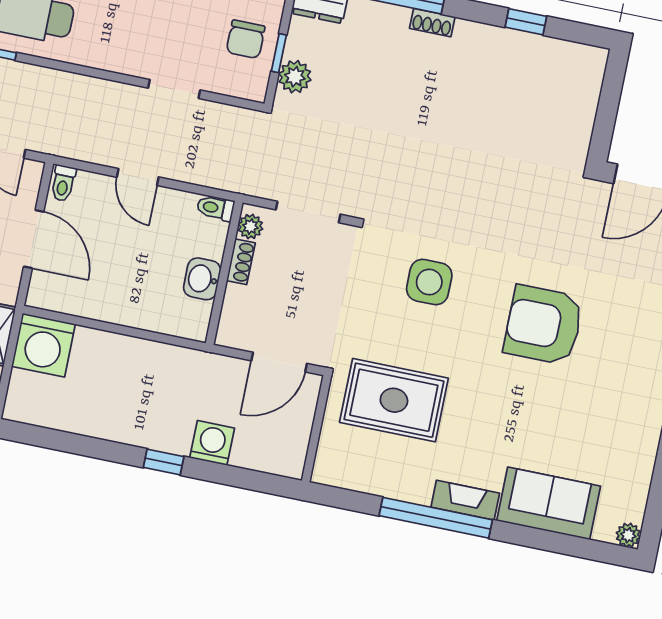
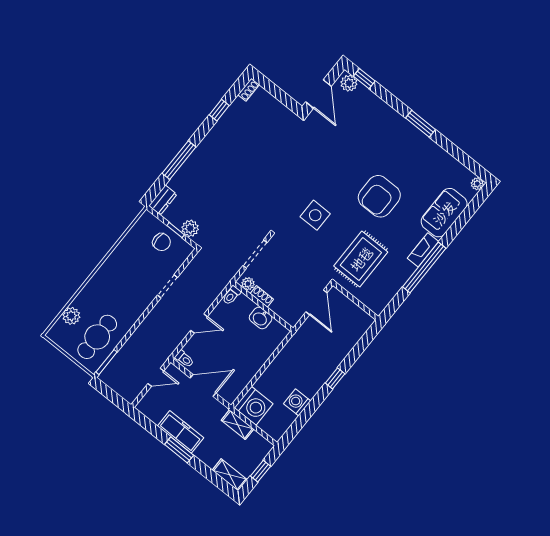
shoe rack: (432, 23) -> (249, 90), moved
armchair: (543, 325) -> (379, 196), moved
washing machine: (212, 443) -> (297, 402), moved

